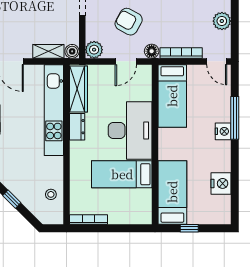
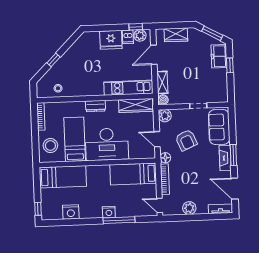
armchair: (129, 22) -> (186, 140), turned 128
door: (217, 61) -> (160, 205), hinge flipped
kitchen unit: (54, 110) -> (128, 88), width x0.73
dresser: (77, 127) -> (95, 106), moved
stool: (129, 208) -> (50, 146), added
window: (189, 228) -> (38, 209), moved

